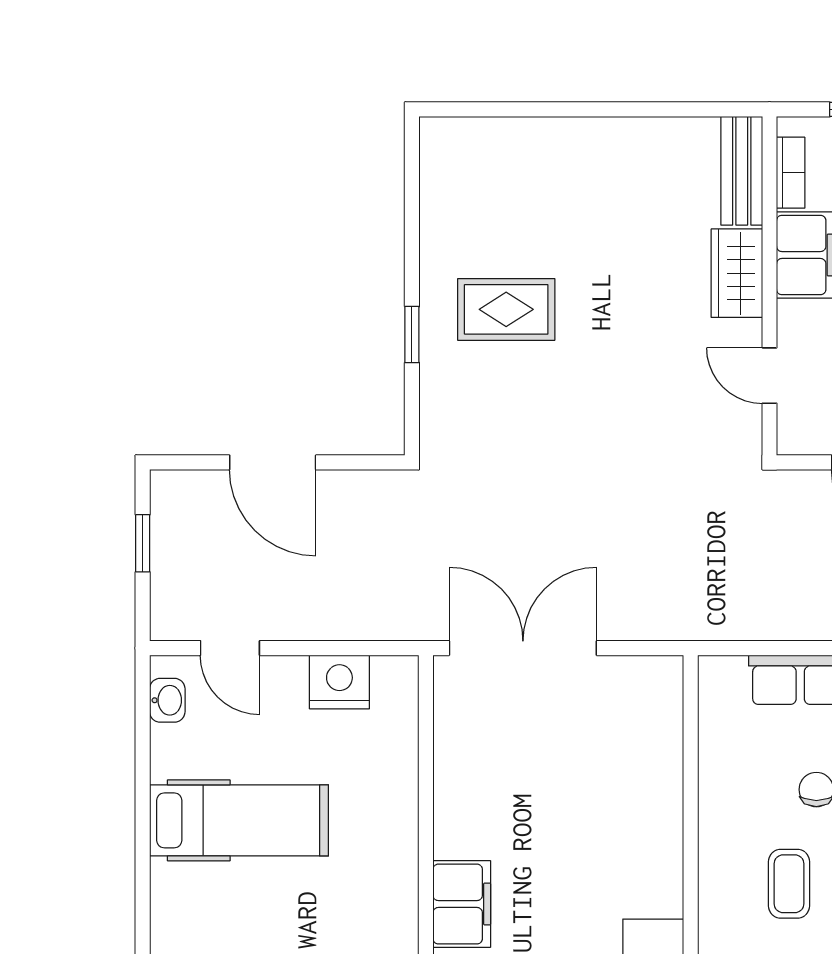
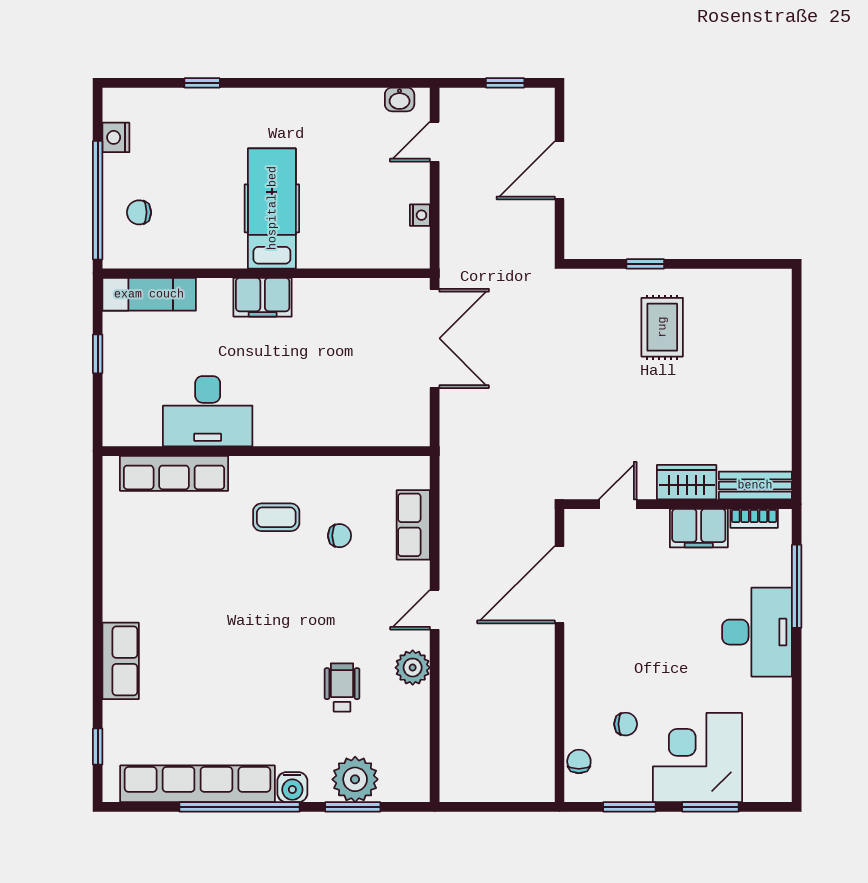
nightstand: (339, 682) -> (420, 215), width x0.53, depth x0.56
hospital bed: (239, 820) -> (272, 208), moved, turned 180

